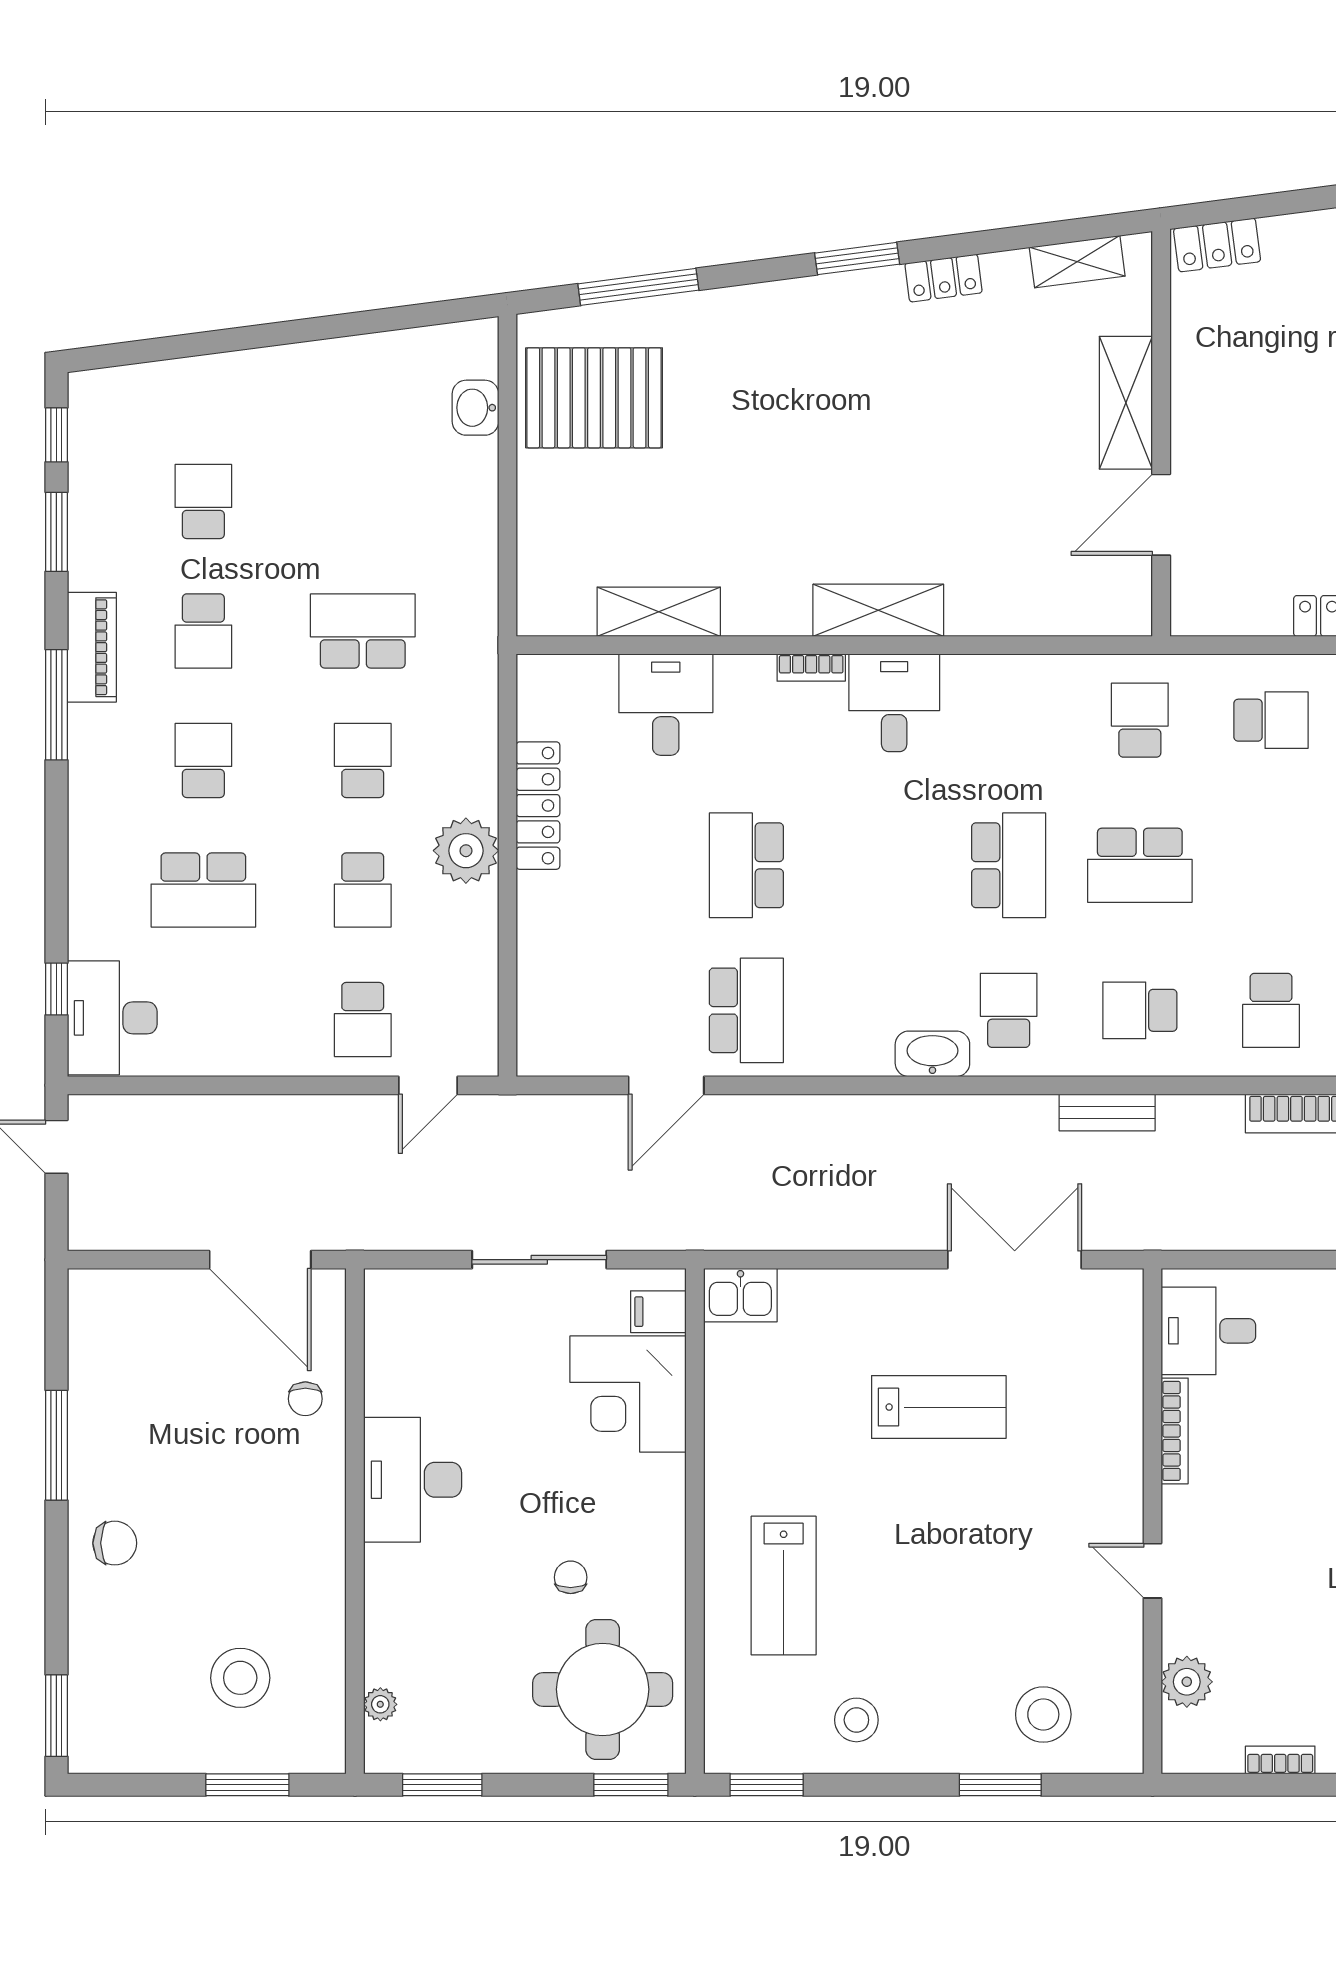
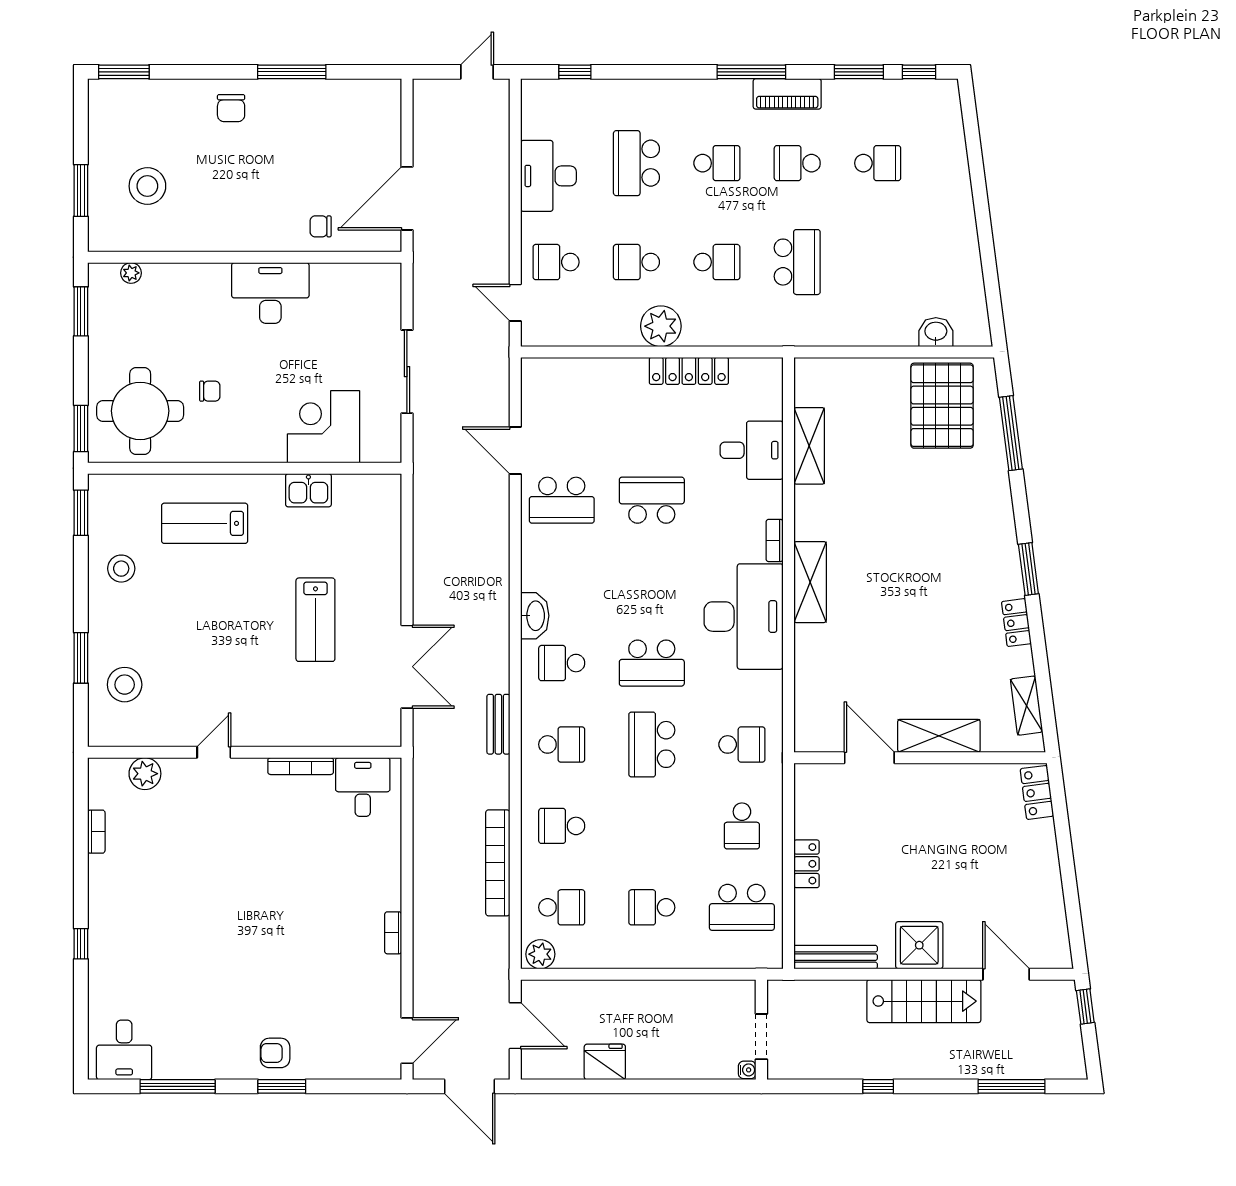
desk: (894, 703) -> (744, 617), width x1.87, depth x1.30
school desk: (1009, 1010) -> (562, 663), turned 180
school desk: (1140, 1010) -> (562, 744), turned 90
desk: (112, 1018) -> (548, 176), moved, turned -90
kitchen sink: (740, 1295) -> (308, 490), moved, turned -90
filing cabinet: (658, 1312) -> (375, 446), removed

